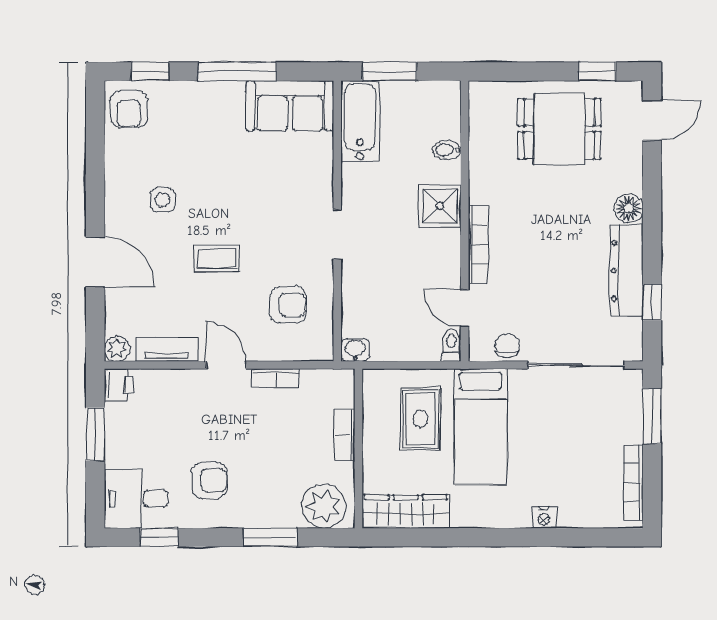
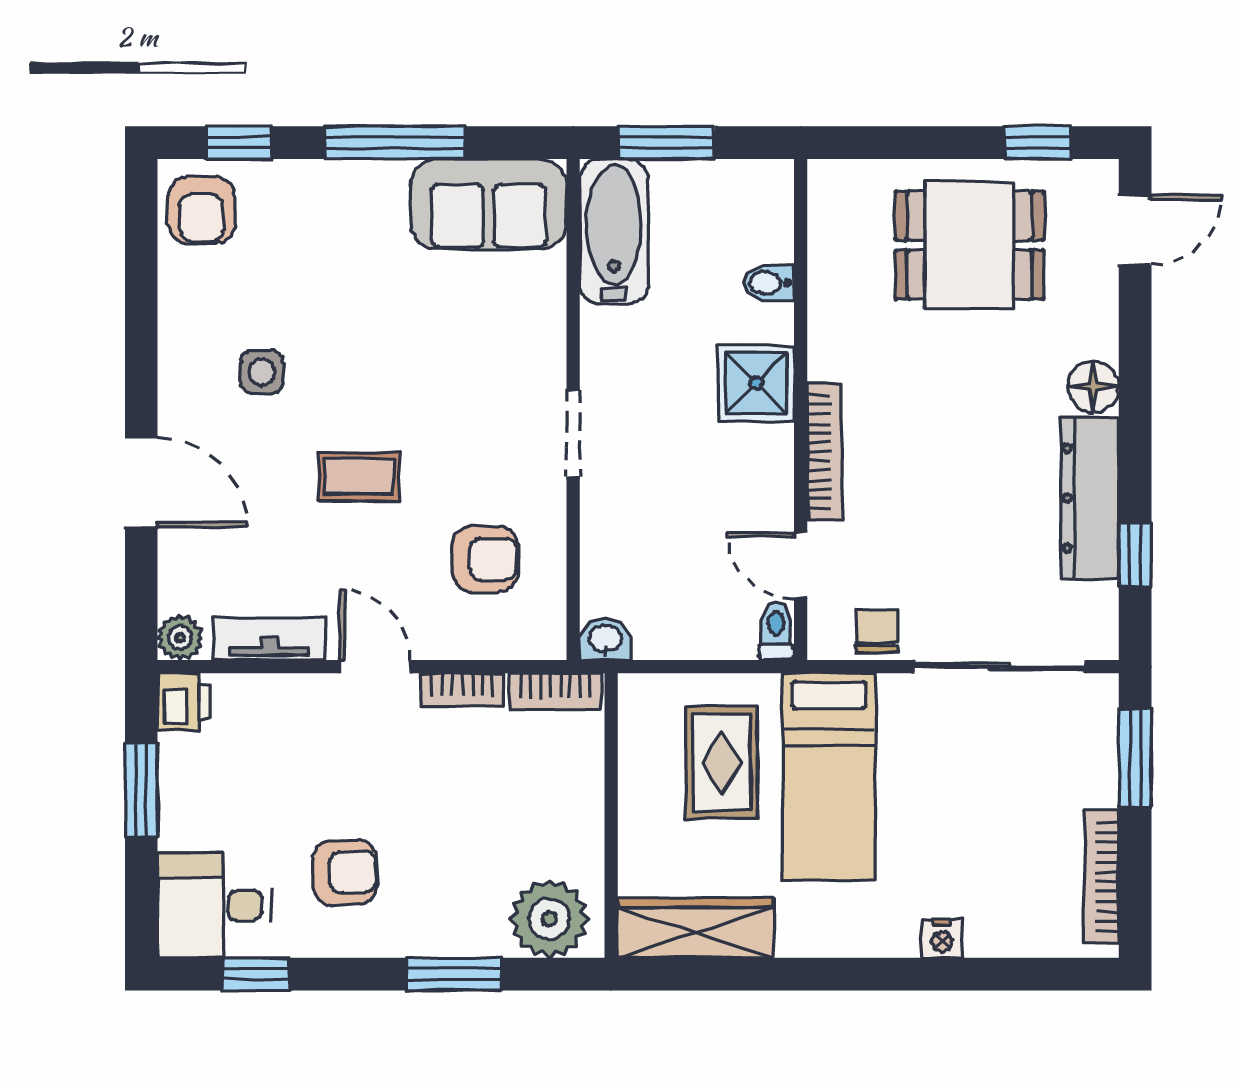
bookcase: (344, 435) -> (555, 692), moved, turned -90

